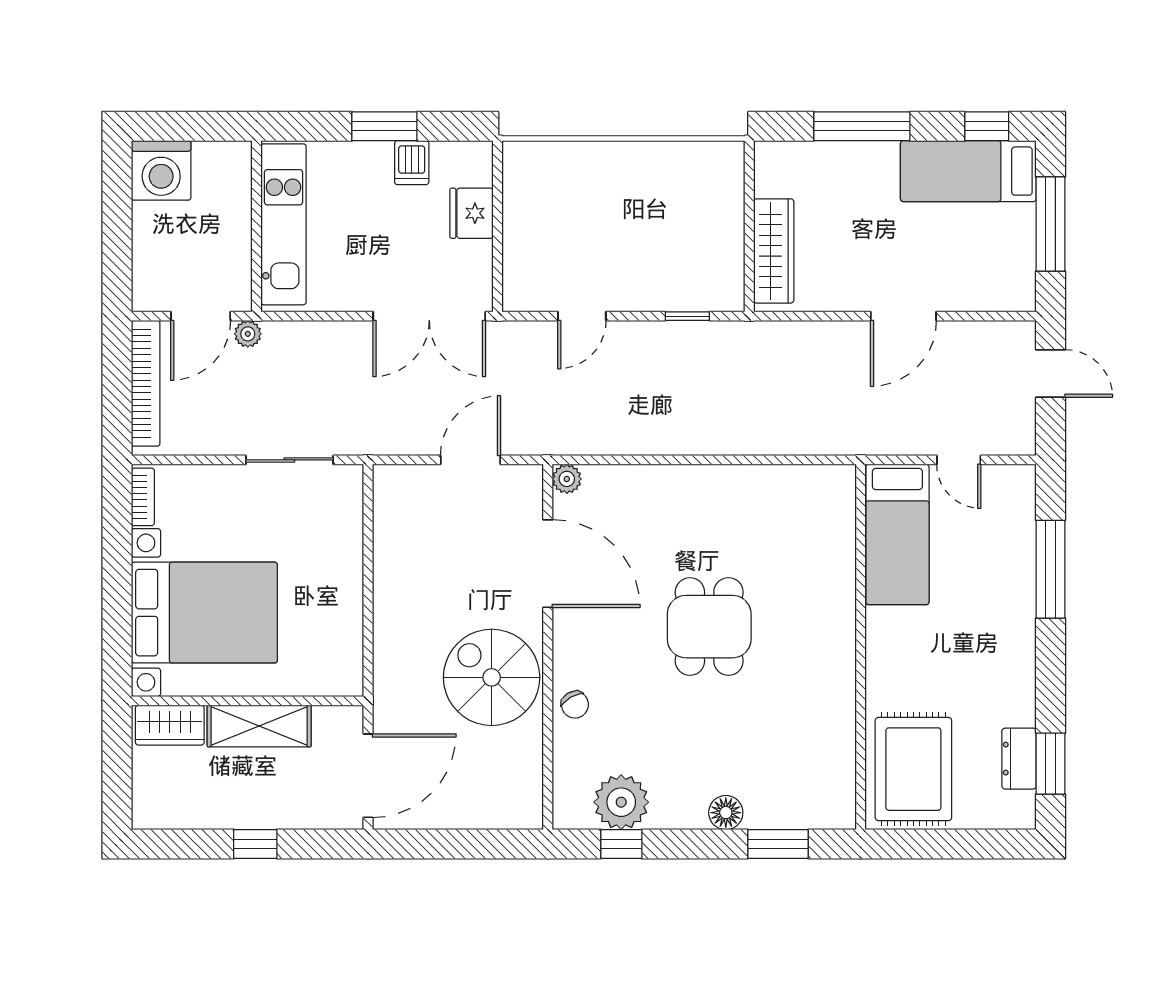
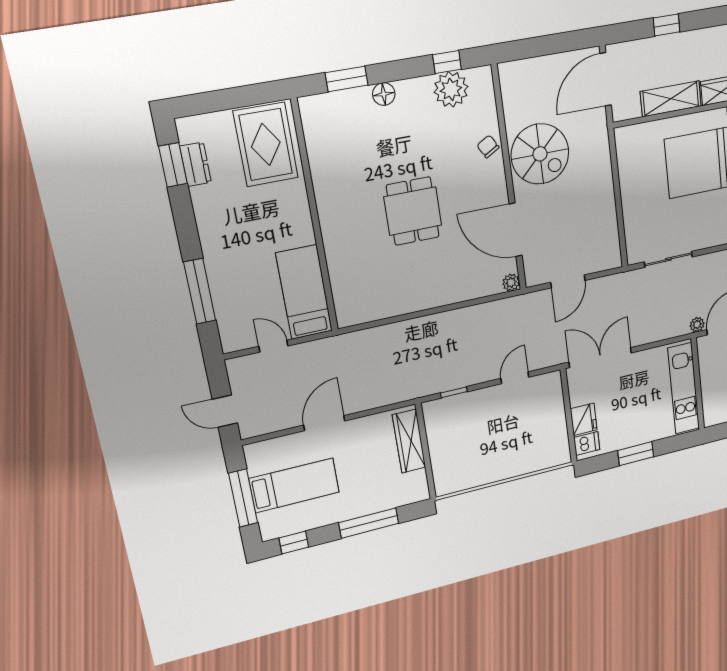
dishwasher: (412, 163) -> (587, 443), moved, turned 90
bed: (968, 171) -> (294, 485), moved

